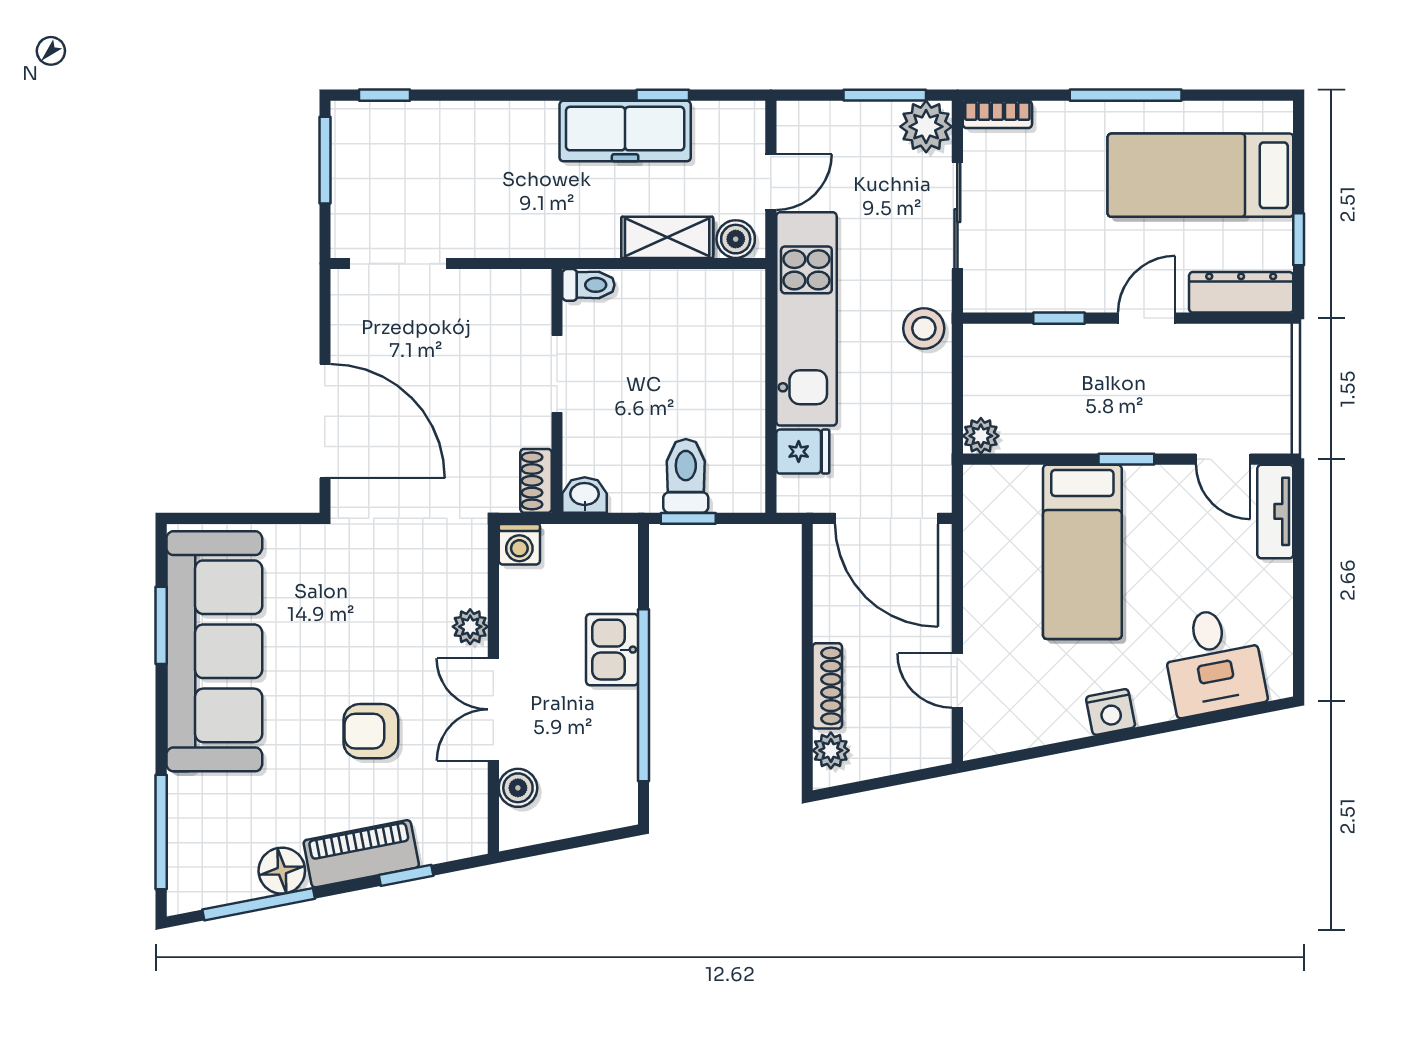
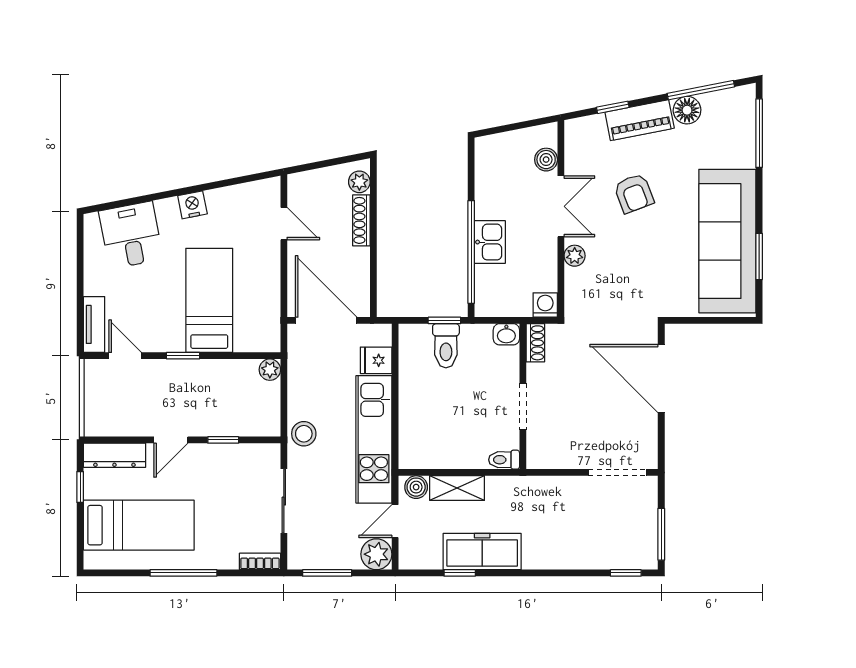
plant: (926, 127) -> (376, 554), moved
window: (643, 695) -> (471, 252), moved
armchair: (371, 731) -> (634, 193), turned 69

